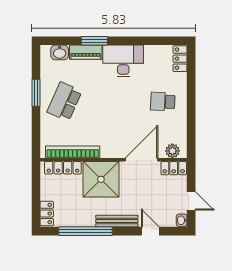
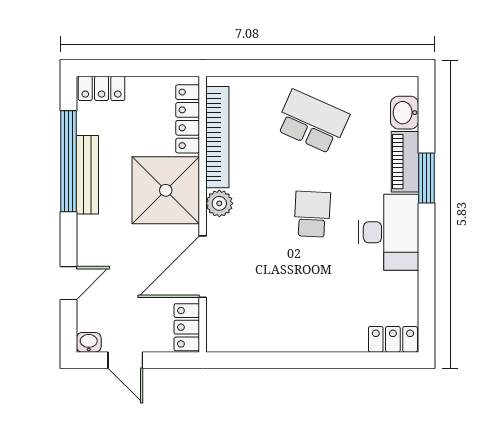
window: (36, 93) -> (329, 68), removed
school desk: (163, 102) -> (312, 214), moved
plant: (172, 151) -> (219, 203), moved
door: (141, 160) -> (203, 267), swing flipped
door: (191, 201) -> (125, 360), hinge flipped
bench: (117, 221) -> (87, 175), moved

